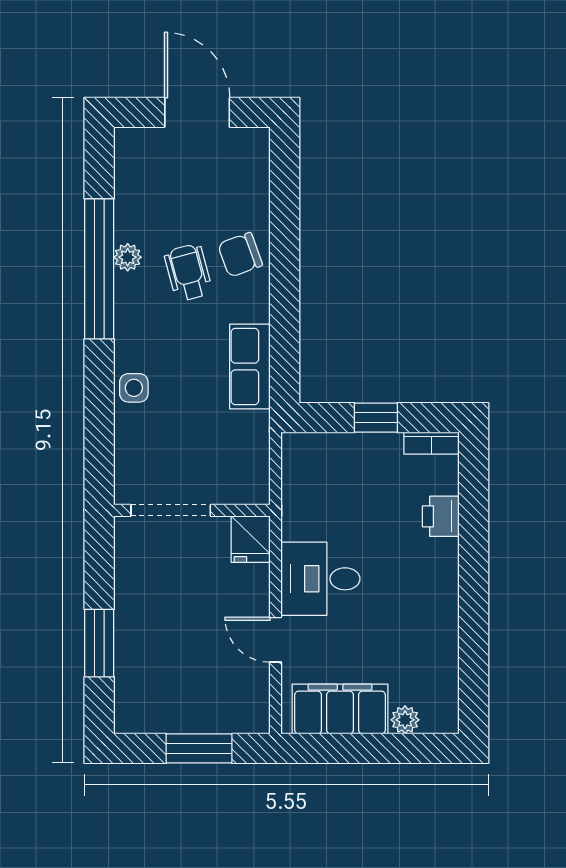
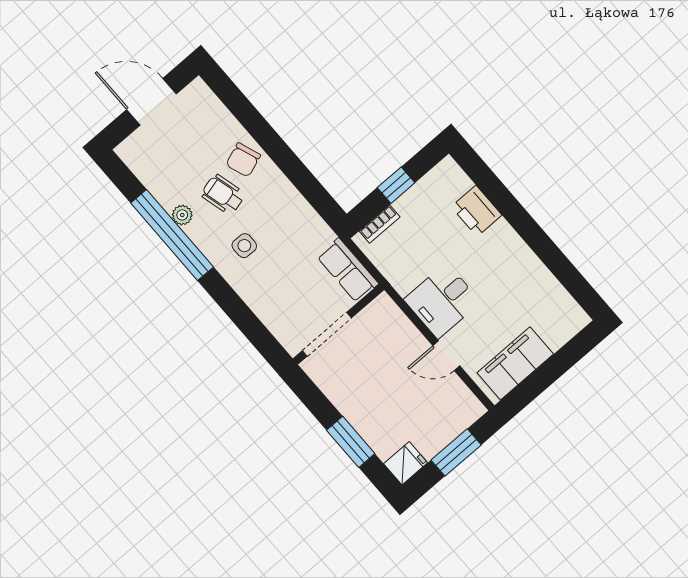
row of seats: (250, 367) -> (348, 270), moved
side table: (134, 388) -> (244, 246), moved
bookcase: (431, 443) -> (380, 224), moved
printer: (441, 516) -> (477, 211), width x1.36, depth x1.24
fridge: (251, 539) -> (406, 463), moved, turned -90
plant: (405, 720) -> (556, 338), removed

